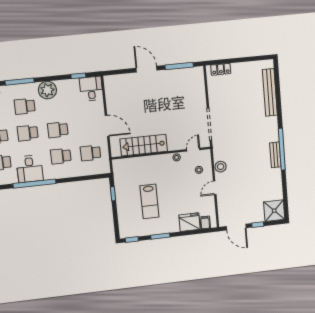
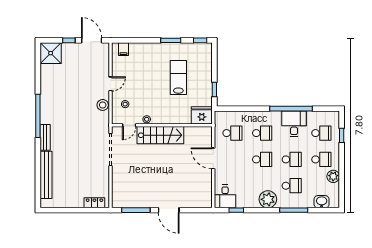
stairs: (144, 145) -> (160, 135), moved
bench: (275, 155) -> (45, 137), moved
fridge: (190, 222) -> (202, 115), moved, turned 180

